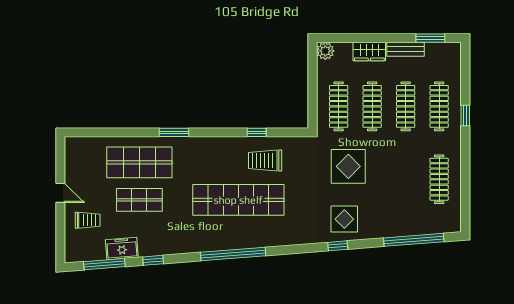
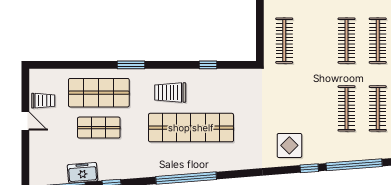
clothes rail: (372, 106) -> (347, 108), moved
trolley: (265, 161) -> (170, 92), moved
display table: (348, 166) -> (293, 96), removed
trolley: (88, 220) -> (43, 101), moved
window: (338, 246) -> (309, 168), moved

